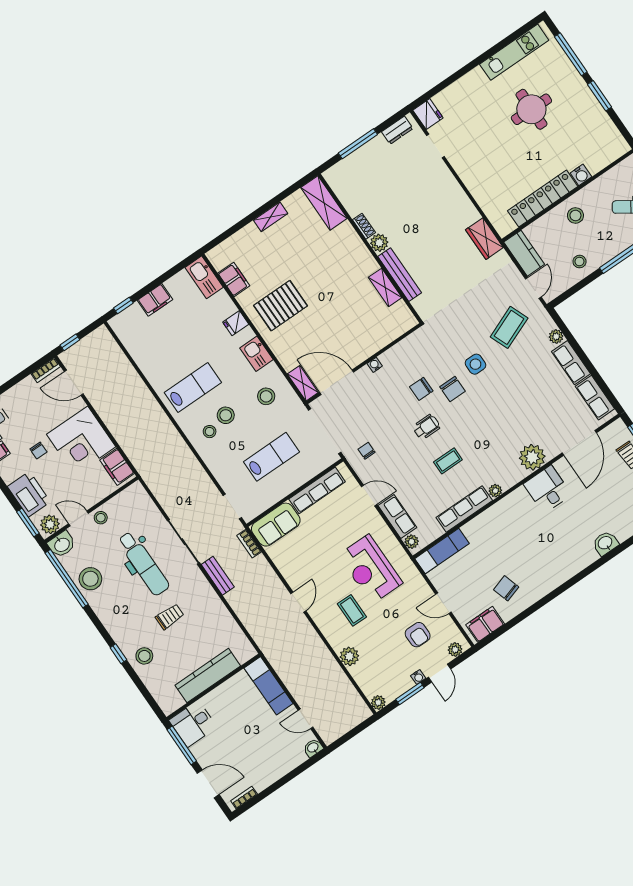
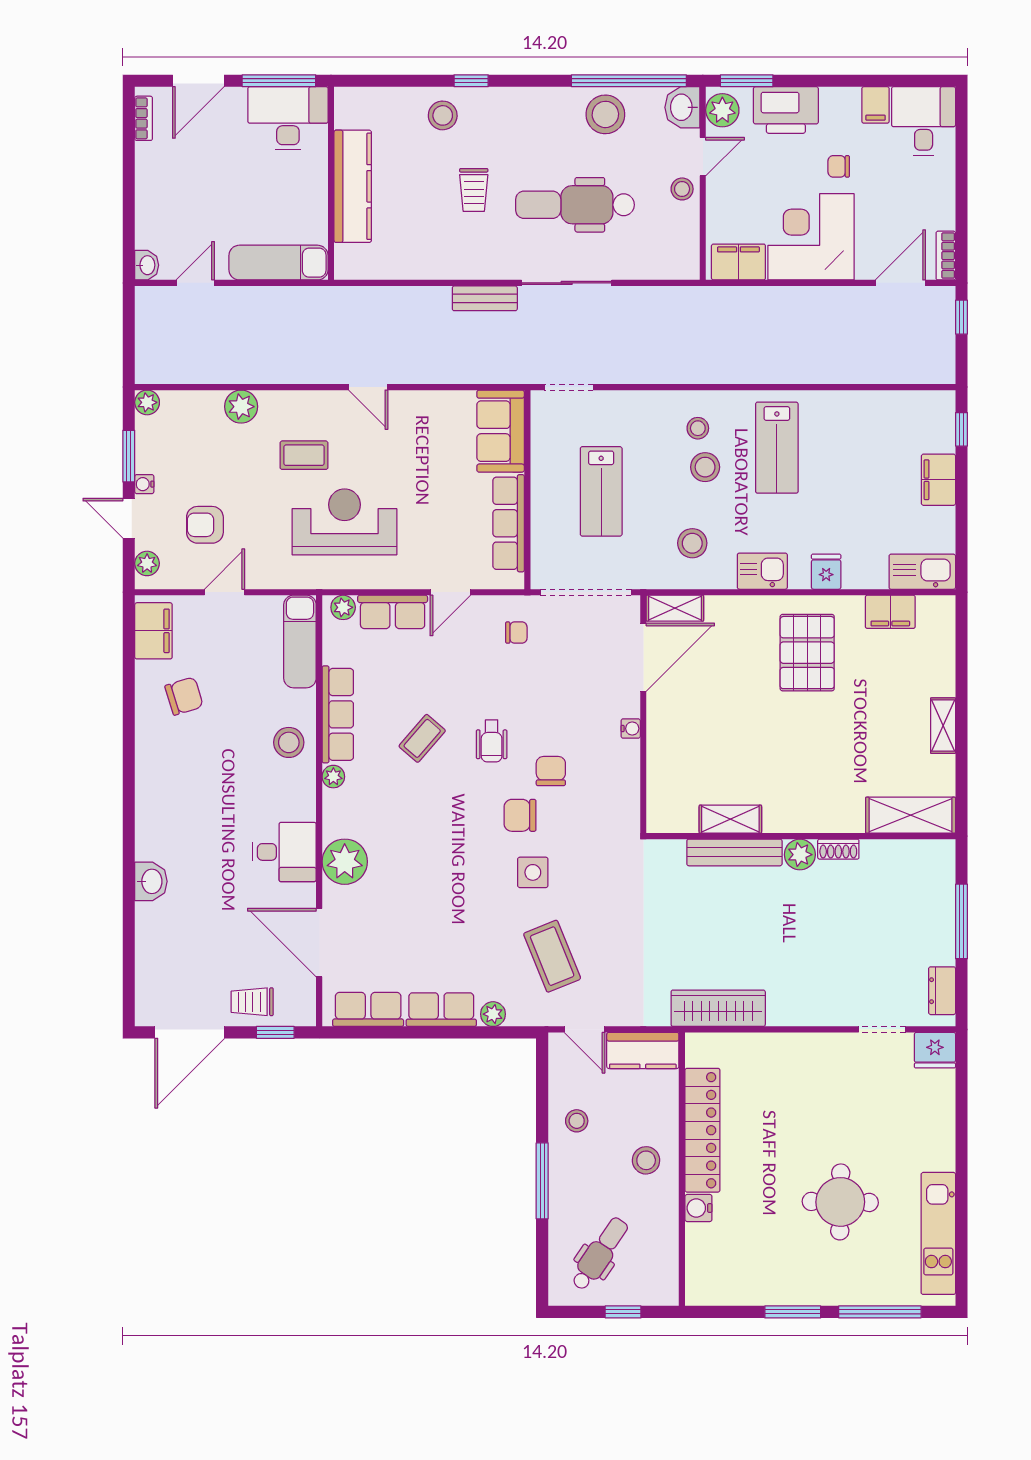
wardrobe: (484, 239) -> (718, 1008), width x1.50
coffee table: (448, 461) -> (422, 738), turned 41
stool: (494, 523) -> (289, 742), added
bookcase: (249, 544) -> (500, 374), removed
desk: (193, 724) -> (288, 118), width x1.37

